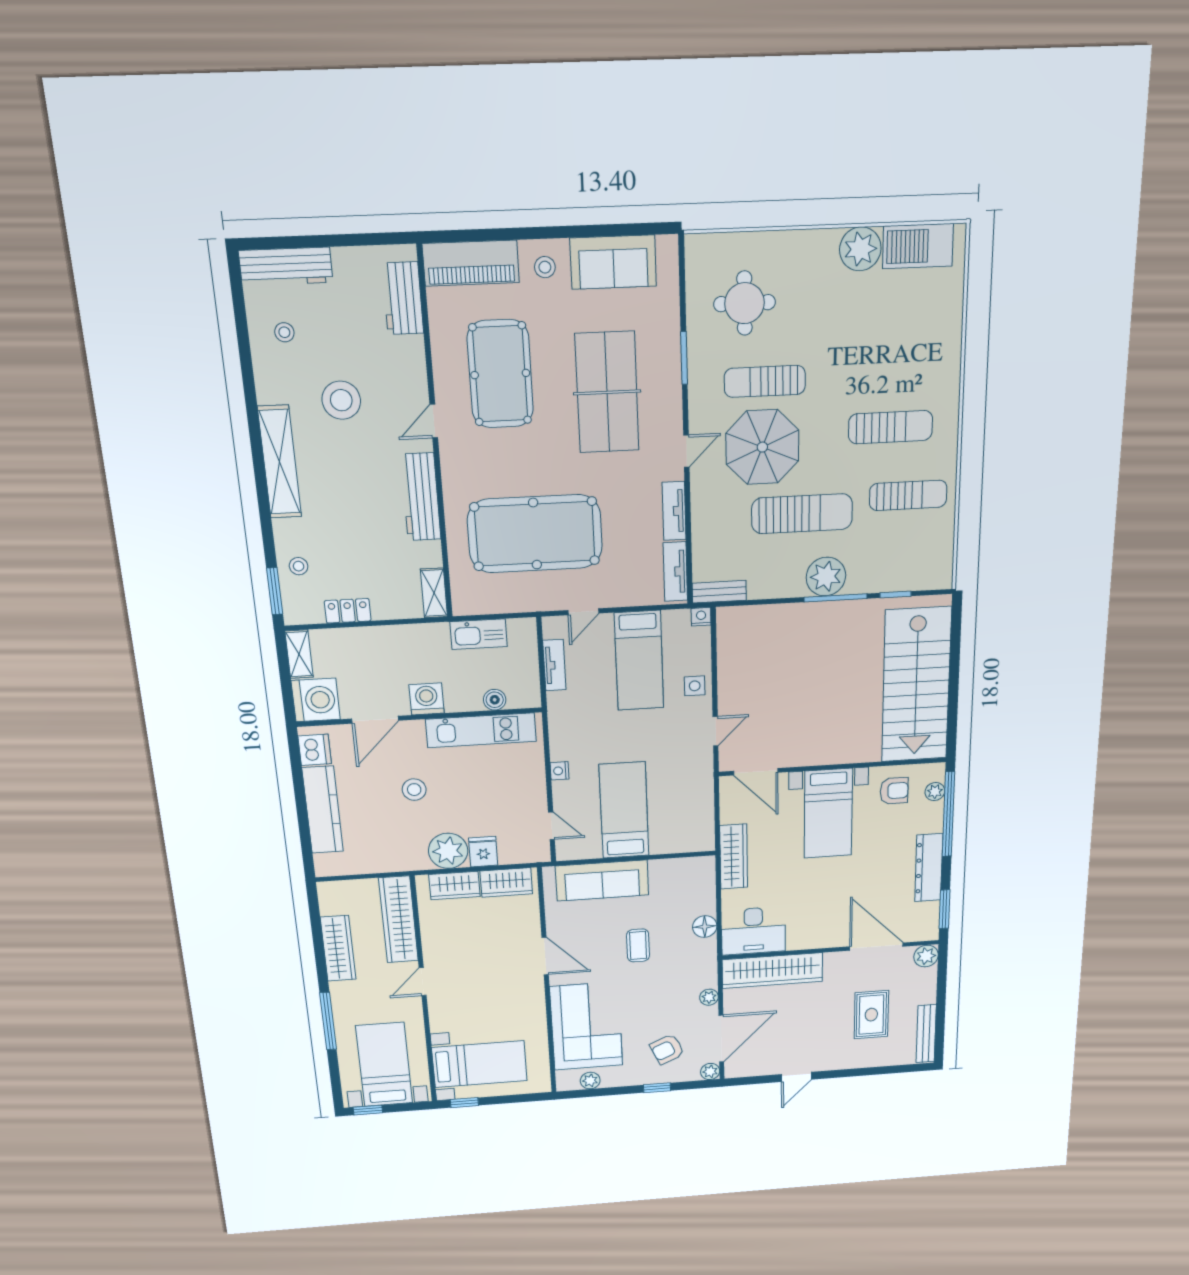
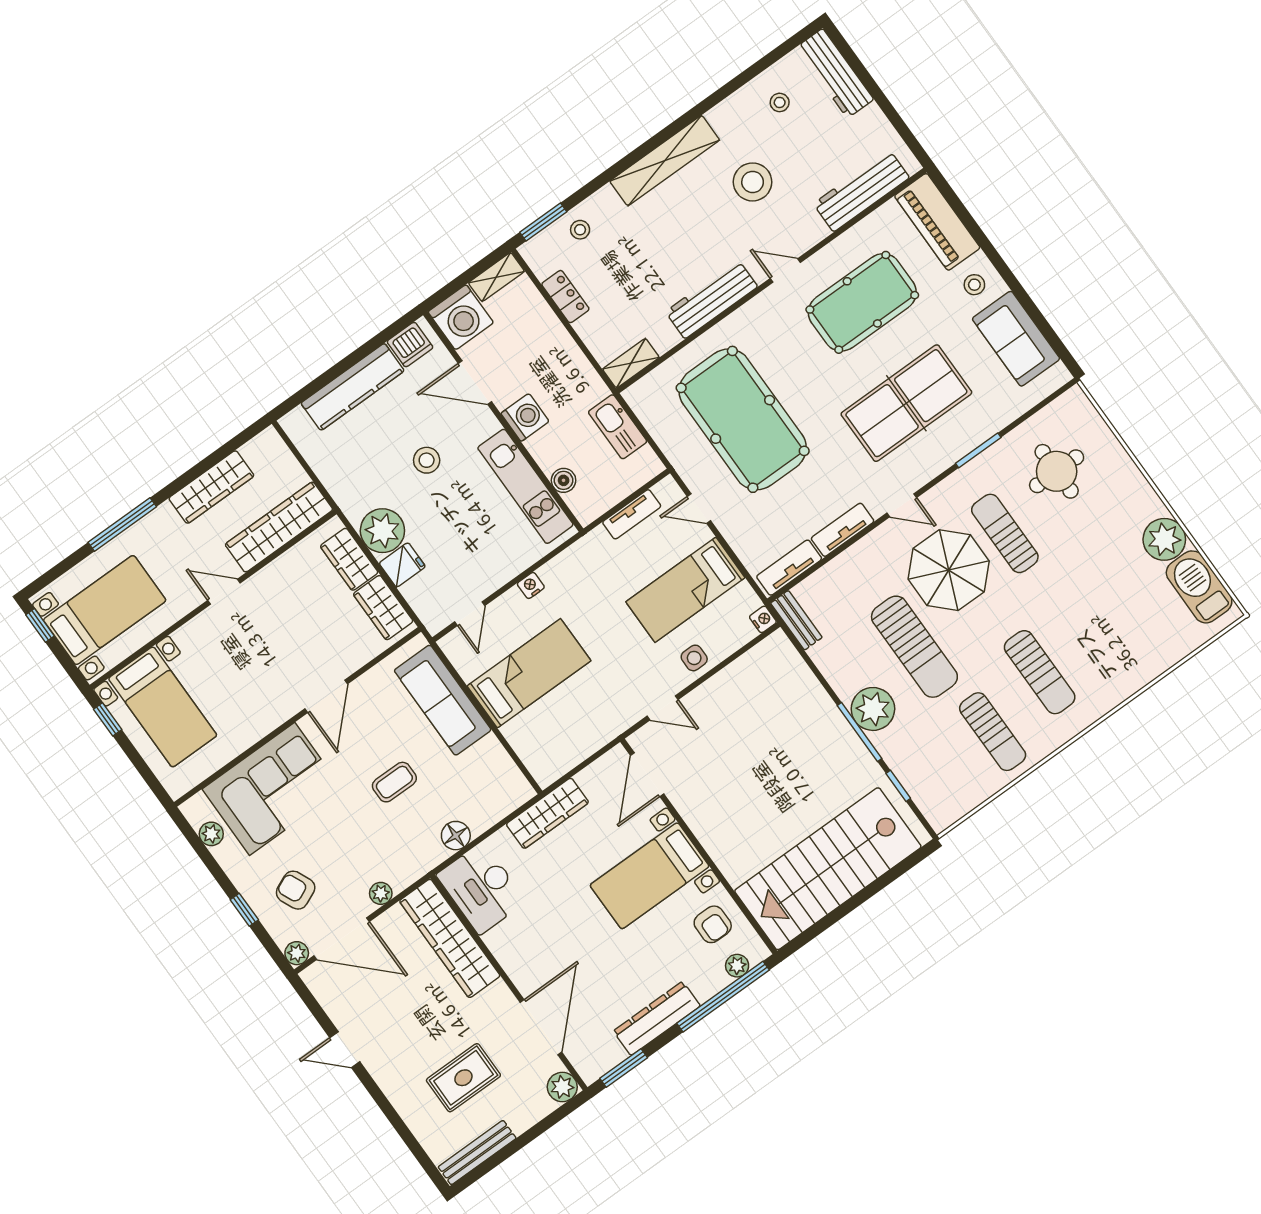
workbench: (403, 298) -> (861, 191), width x1.38

